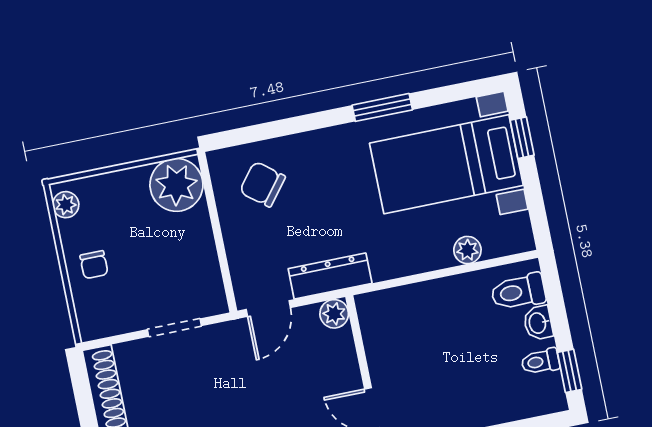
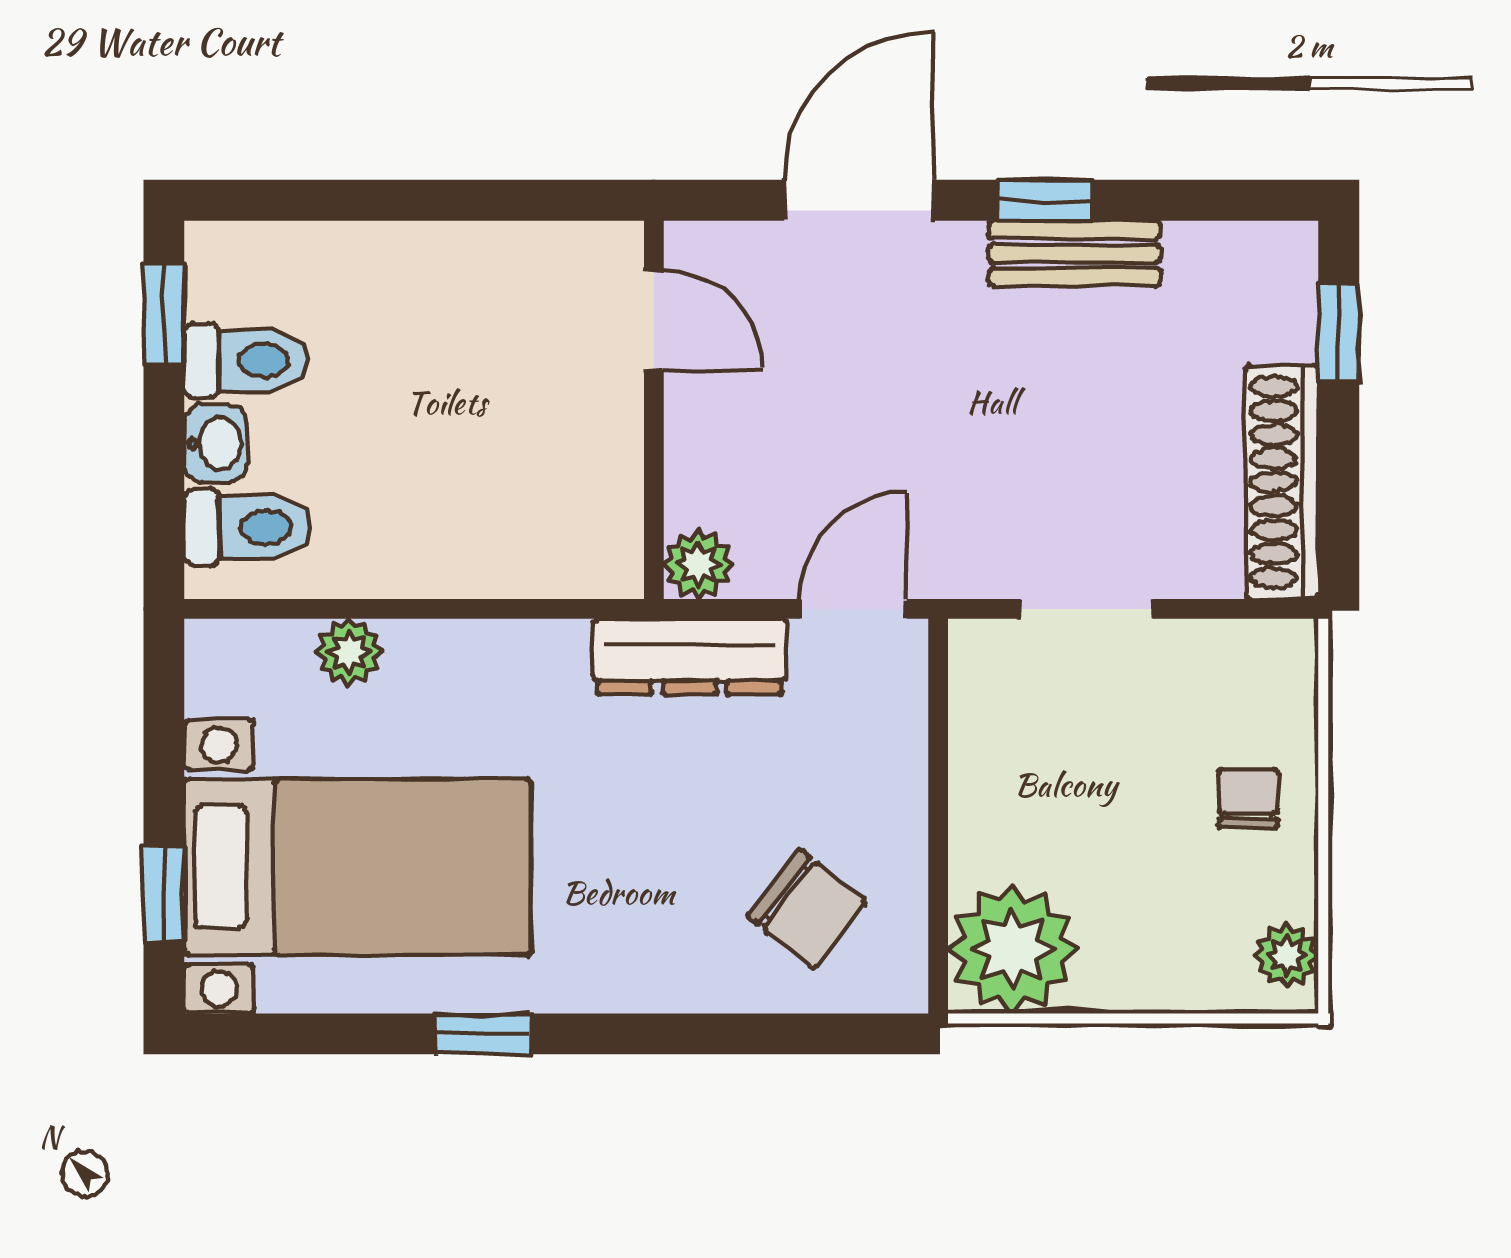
window: (382, 107) -> (483, 1034), width x0.67
toilet: (540, 361) -> (246, 360), width x1.37, depth x1.39

